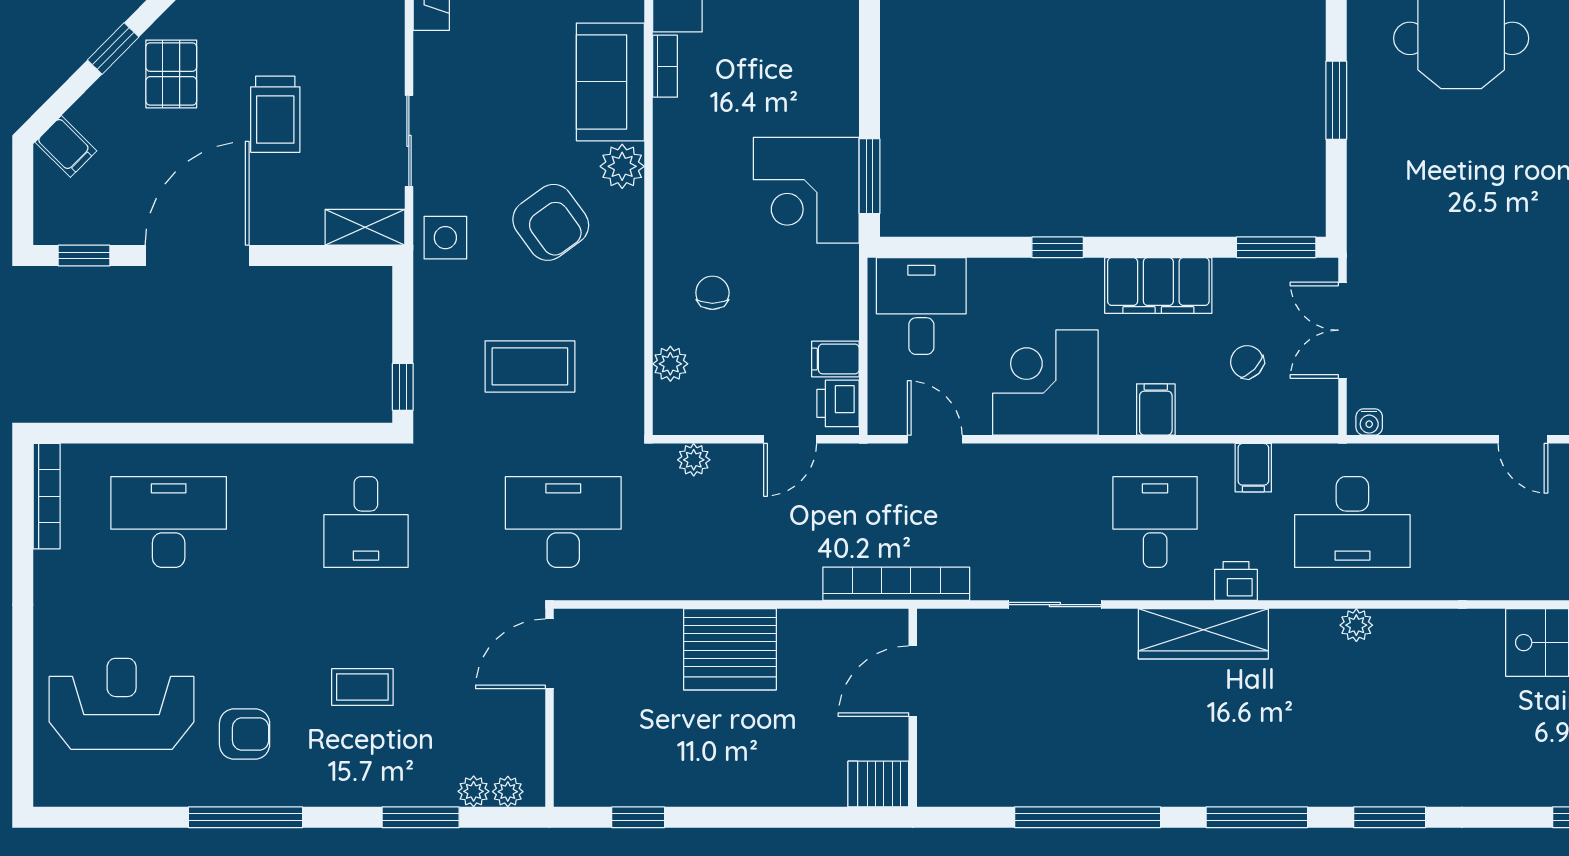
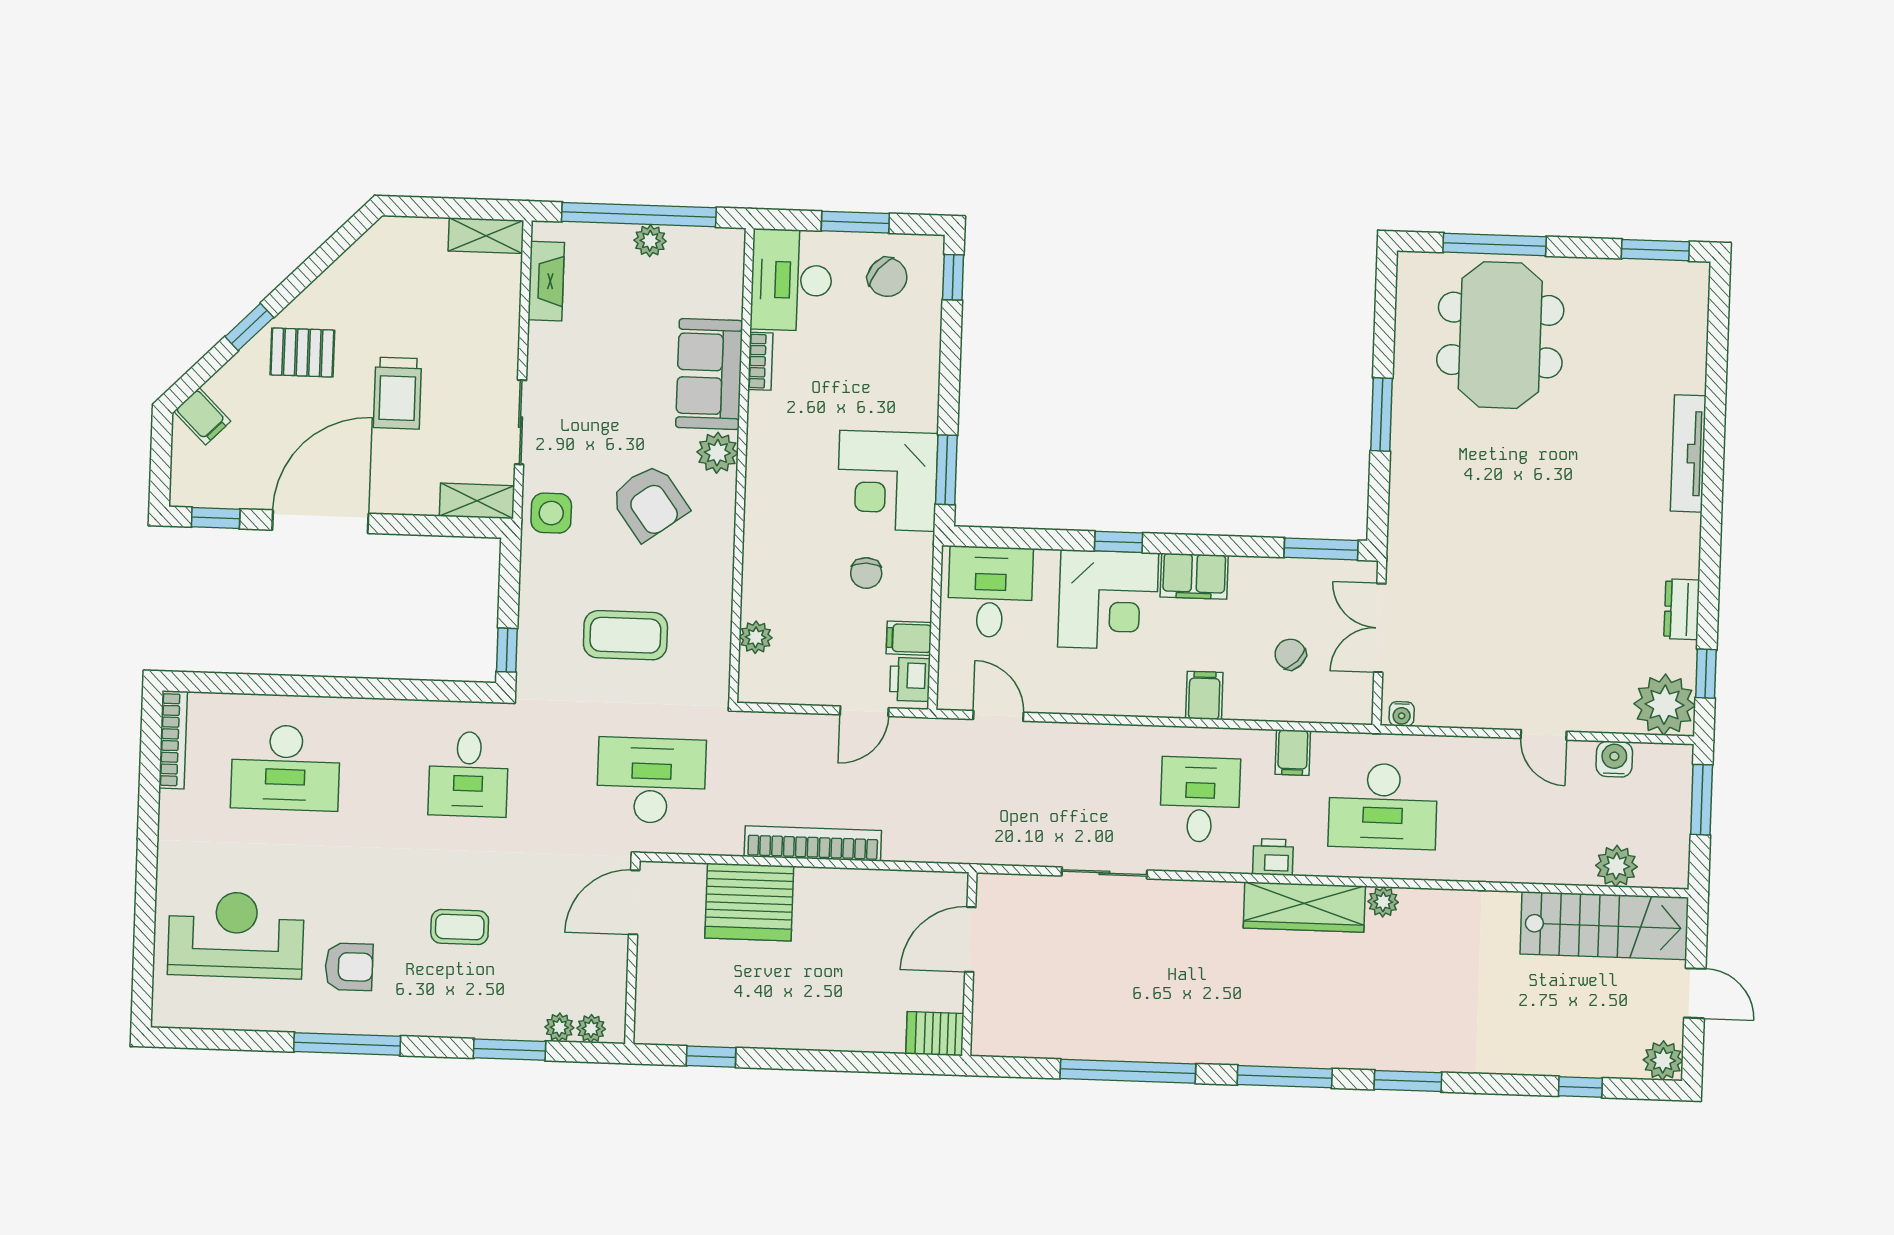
pallet: (171, 74) -> (302, 352), turned 90
filing cabinet: (1158, 285) -> (1194, 576), width x0.67, depth x0.86
chair: (712, 293) -> (866, 573), moved, turned 180
corner desk: (1045, 383) -> (1108, 600), moved, turned 180
plant: (694, 460) -> (774, 727), removed
desk: (169, 522) -> (285, 768), turned 180
bookcase: (896, 584) -> (813, 843), moved
wardrobe: (1203, 634) -> (1304, 907), moved
server rack: (730, 649) -> (749, 902), moved

